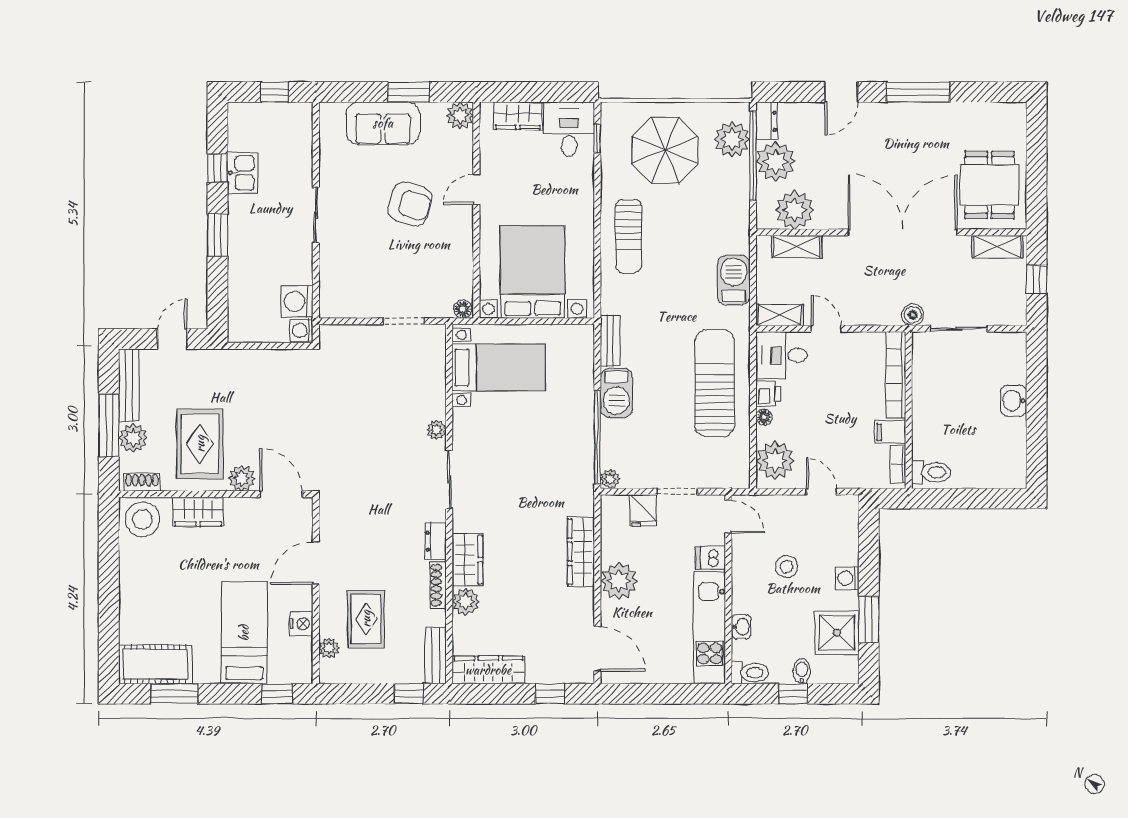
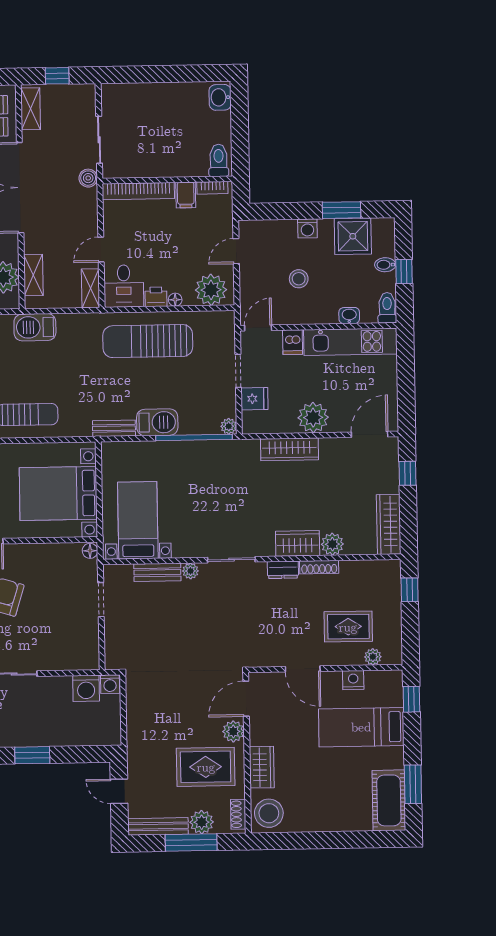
barbecue: (734, 280) -> (35, 327), moved
washbasin: (1014, 401) -> (220, 97), moved, turned 90
bench: (435, 656) -> (157, 572), moved

